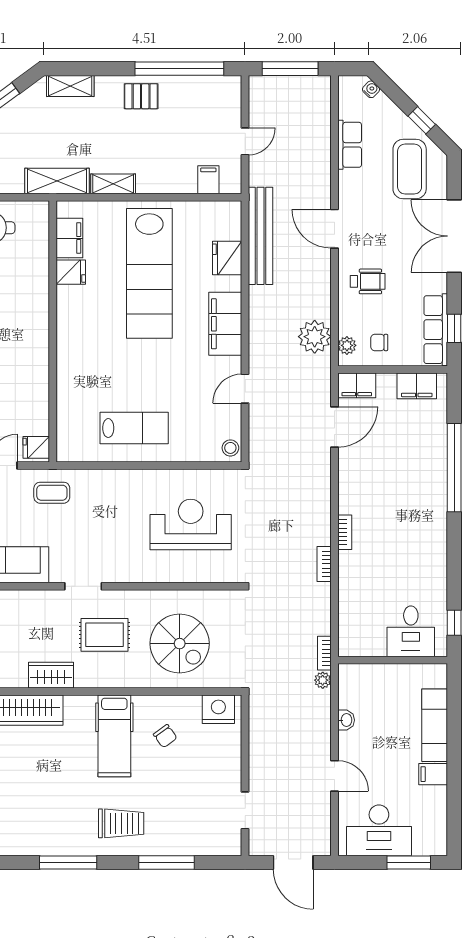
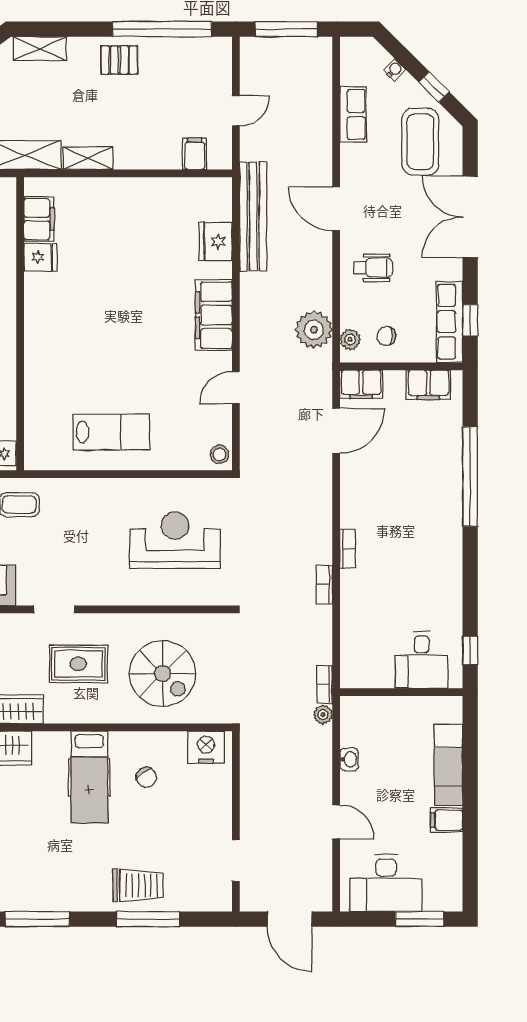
water cooler: (371, 89) -> (395, 70), moved
lab bench: (149, 273) -> (129, 259), removed
trolley: (121, 823) -> (138, 885), moved

